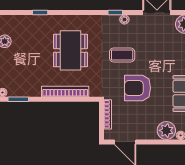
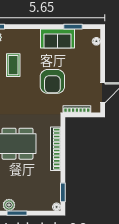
coffee table: (122, 55) -> (13, 65), moved
plant: (166, 130) -> (92, 55), removed

